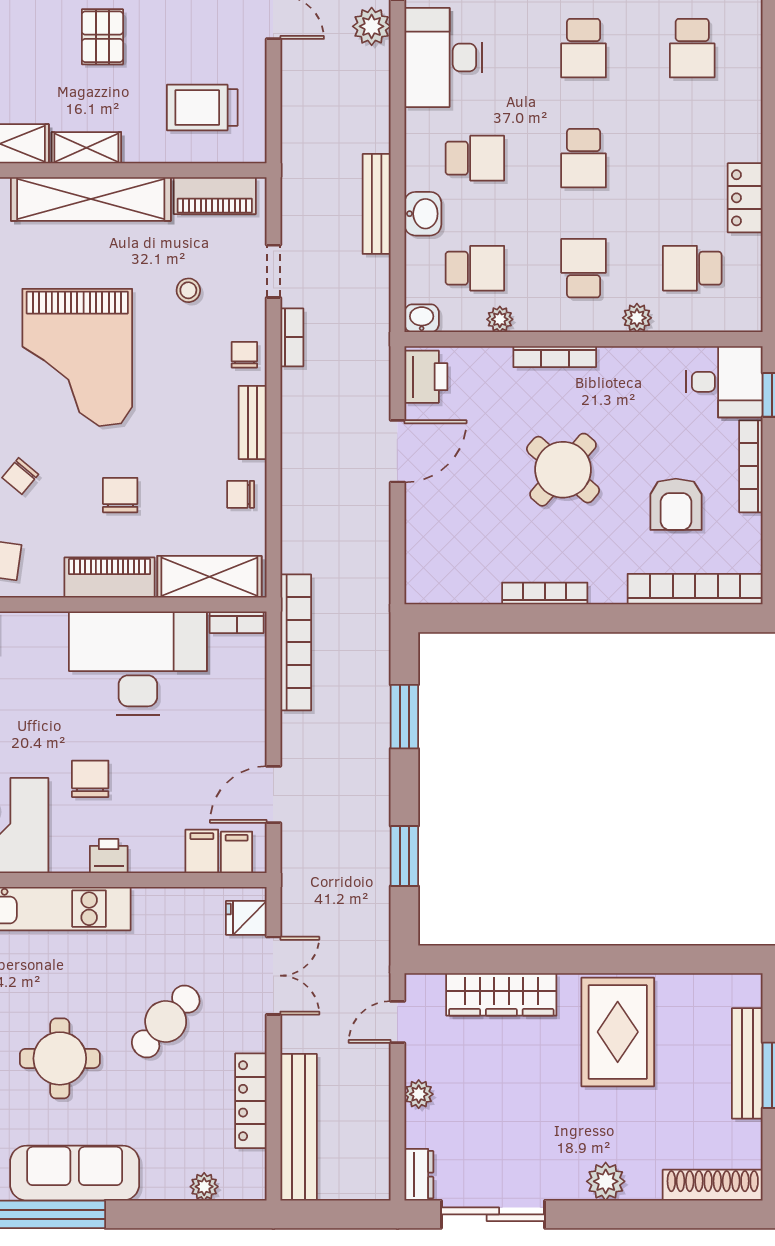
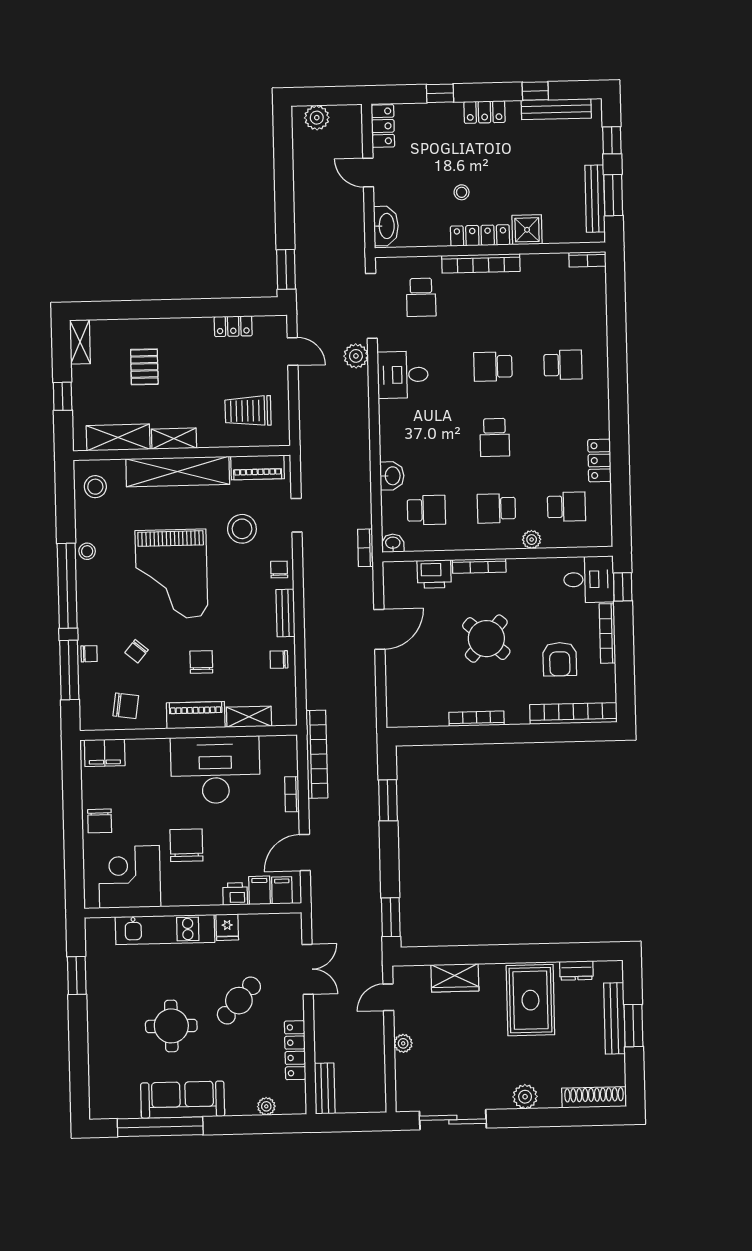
pallet: (102, 37) -> (144, 367), moved
school desk: (584, 48) -> (493, 367), turned 90
school desk: (692, 48) -> (563, 365), turned -90
desk: (443, 57) -> (403, 375), width x0.73
school desk: (475, 158) -> (425, 439), removed
bench: (377, 204) -> (362, 470), removed
school desk: (584, 268) -> (496, 508), turned -90
school desk: (692, 268) -> (566, 507), turned 180
stool: (188, 290) -> (242, 529), width x1.89, depth x1.89
plant: (500, 319) -> (443, 543), removed
bookcase: (292, 337) -> (365, 548), moved, turned 180
printer: (426, 377) -> (434, 574), moved, turned 90
shelving: (209, 577) -> (249, 717), width x0.67, depth x0.75
bookcase: (237, 622) -> (292, 794), moved, turned 90
chair: (90, 779) -> (186, 845), width x1.37, depth x1.37
printer: (109, 856) -> (235, 894), moved
window: (404, 856) -> (391, 917), moved
fridge: (246, 918) -> (227, 927), moved, turned -90
wardrobe: (501, 994) -> (455, 978), width x0.67
bench: (299, 1127) -> (325, 1089), width x0.54, depth x0.82
dresser: (419, 1175) -> (576, 970), moved, turned 90

